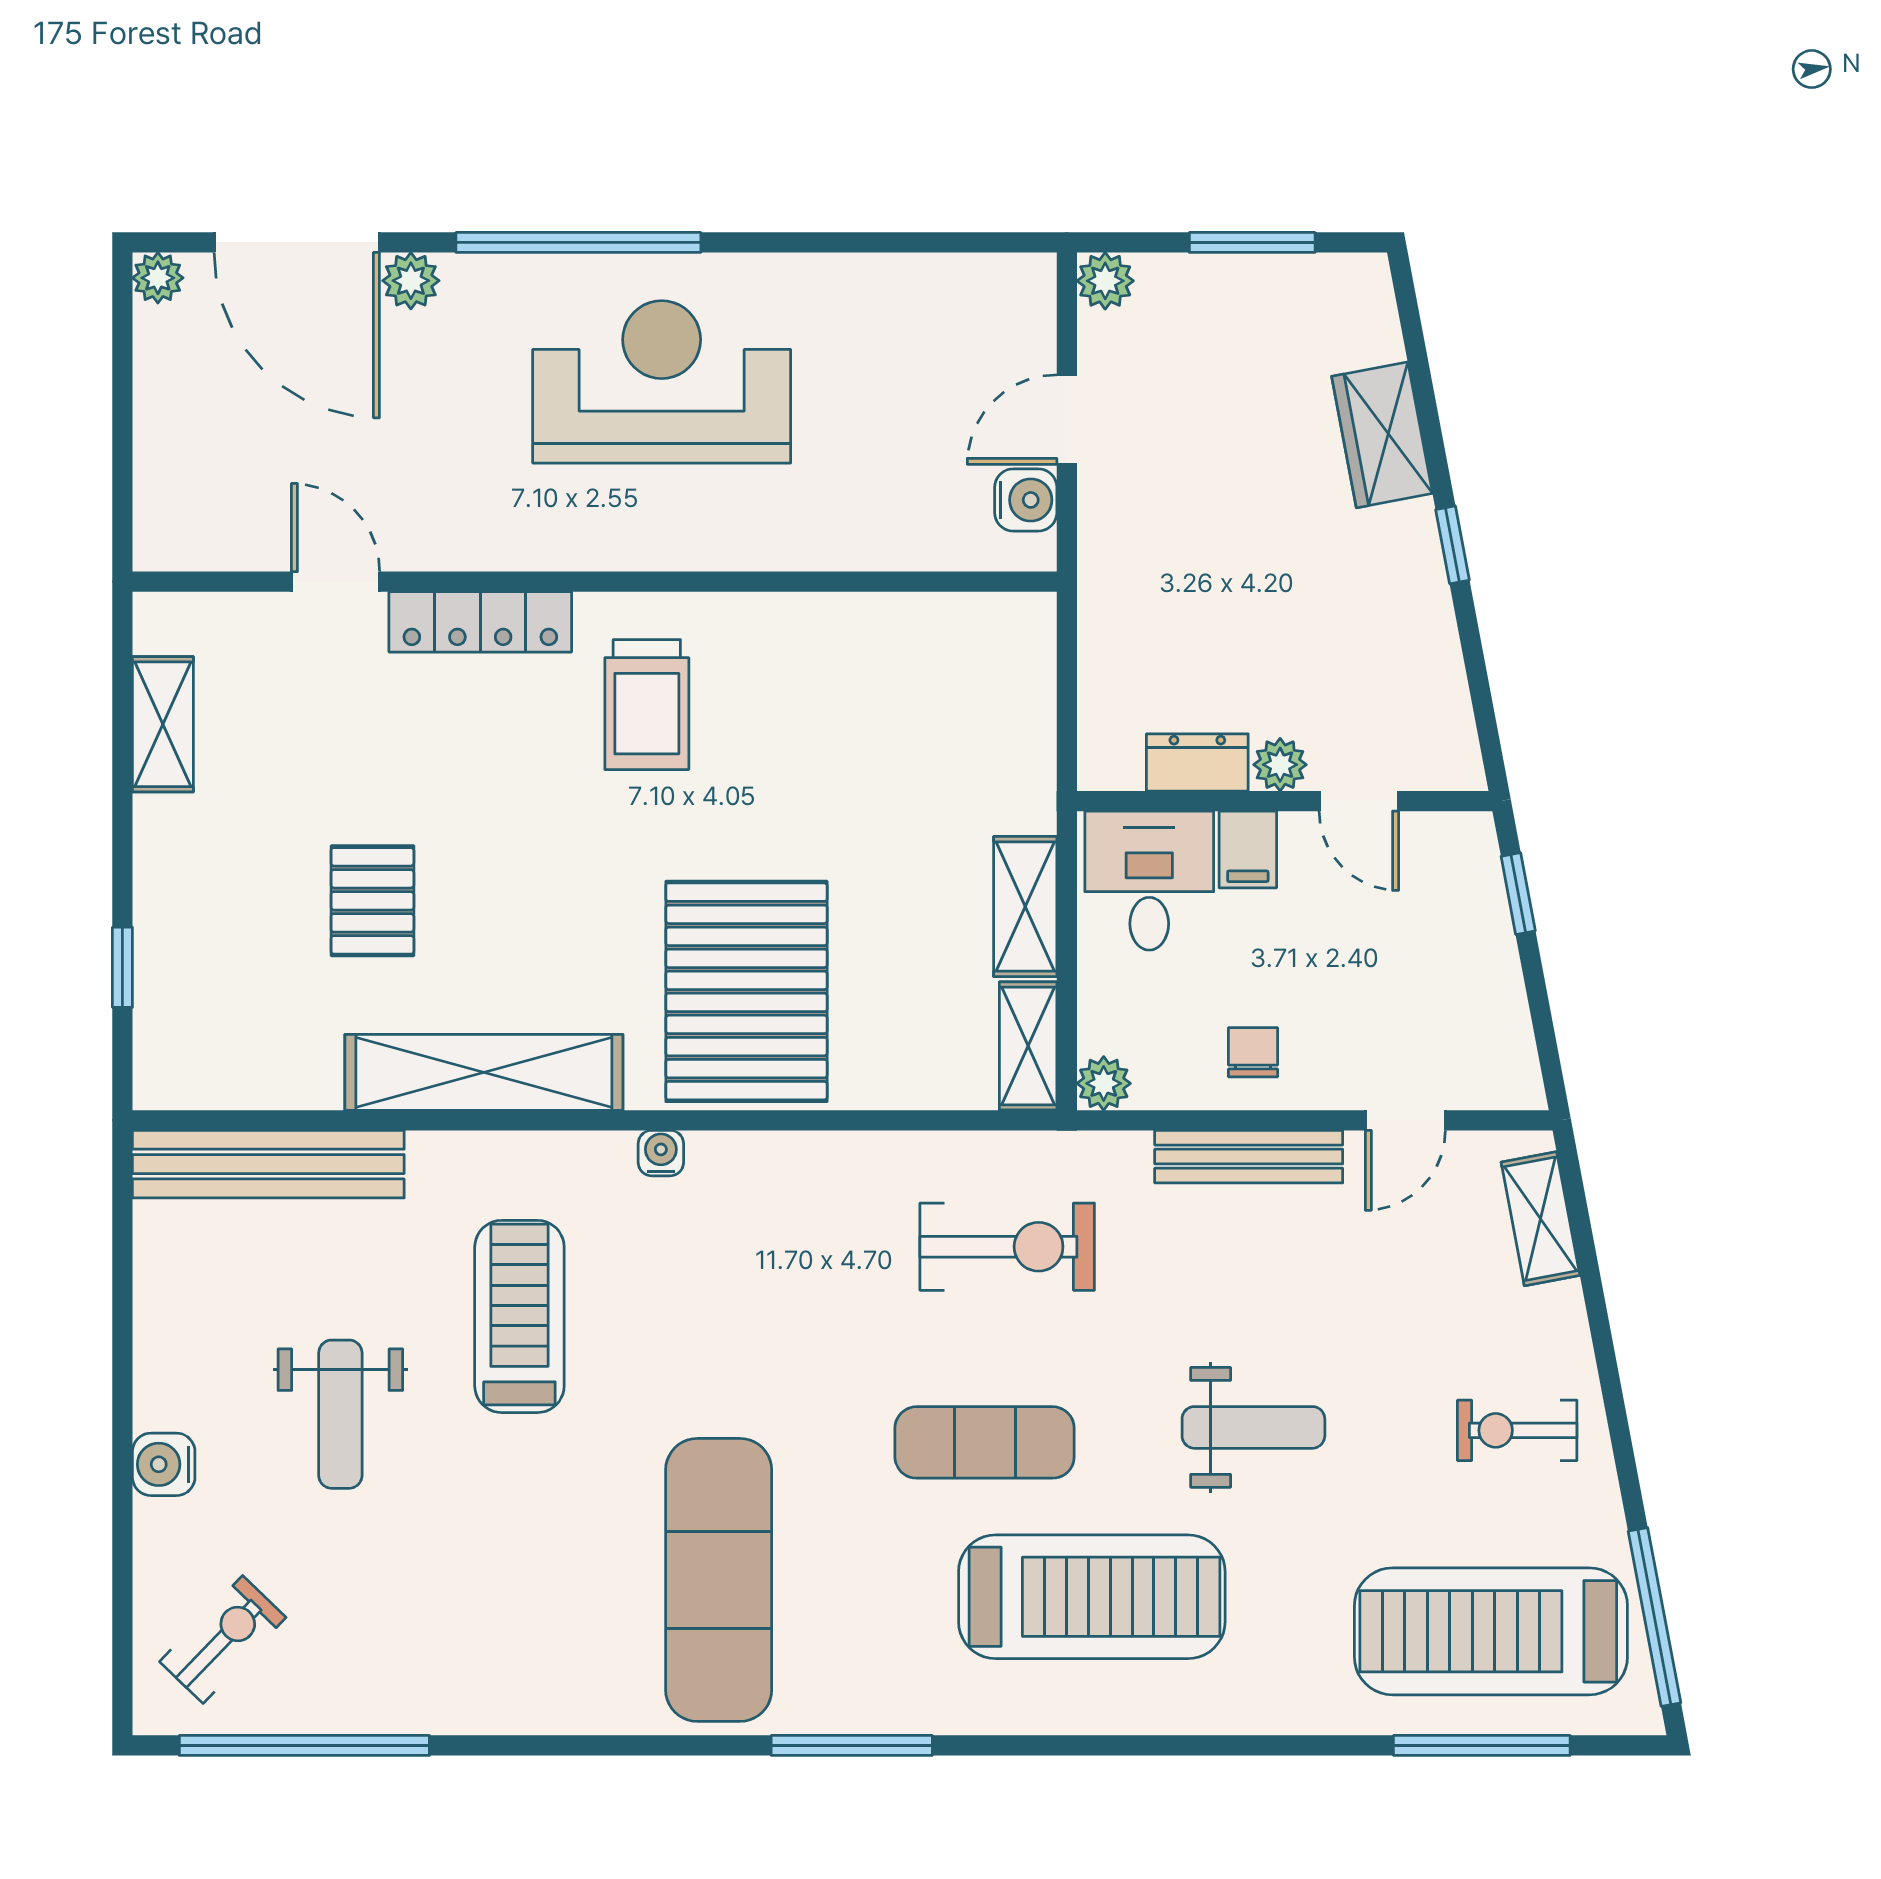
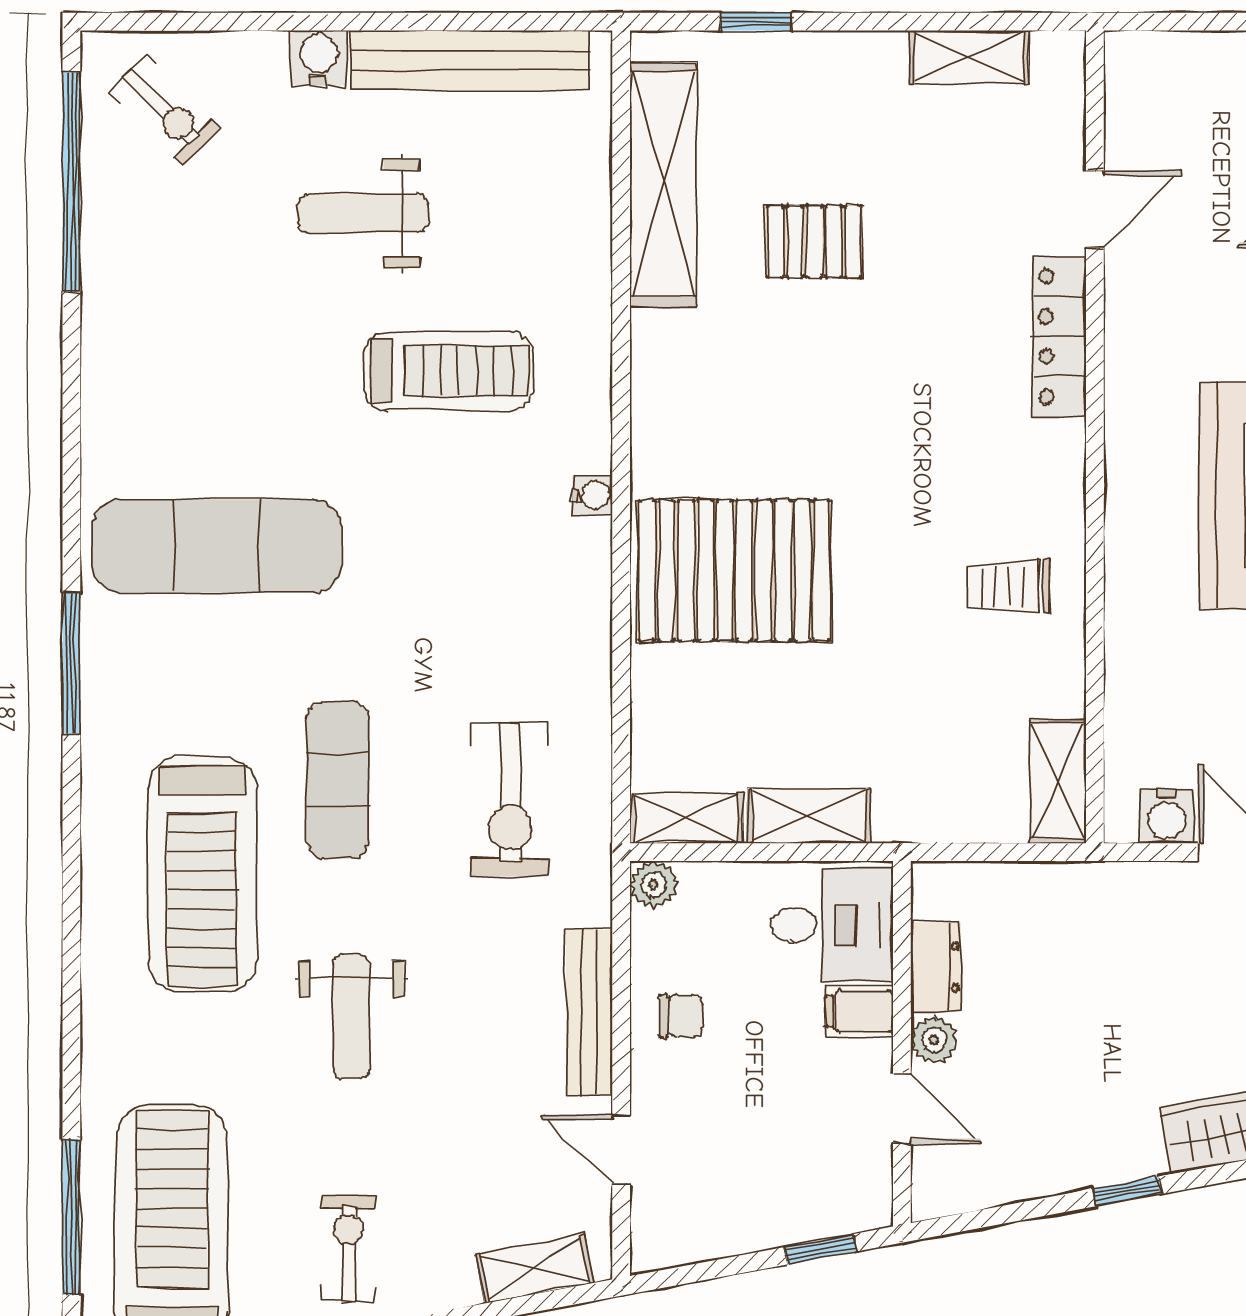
shelving: (986, 623) -> (1058, 781), added
trolley: (647, 705) -> (1009, 587), moved, width x0.73, depth x0.72
door: (1359, 801) -> (902, 1109), swing flipped
shelving: (484, 1072) -> (663, 184), moved
bench: (268, 1164) -> (470, 60), moved, turned 90

